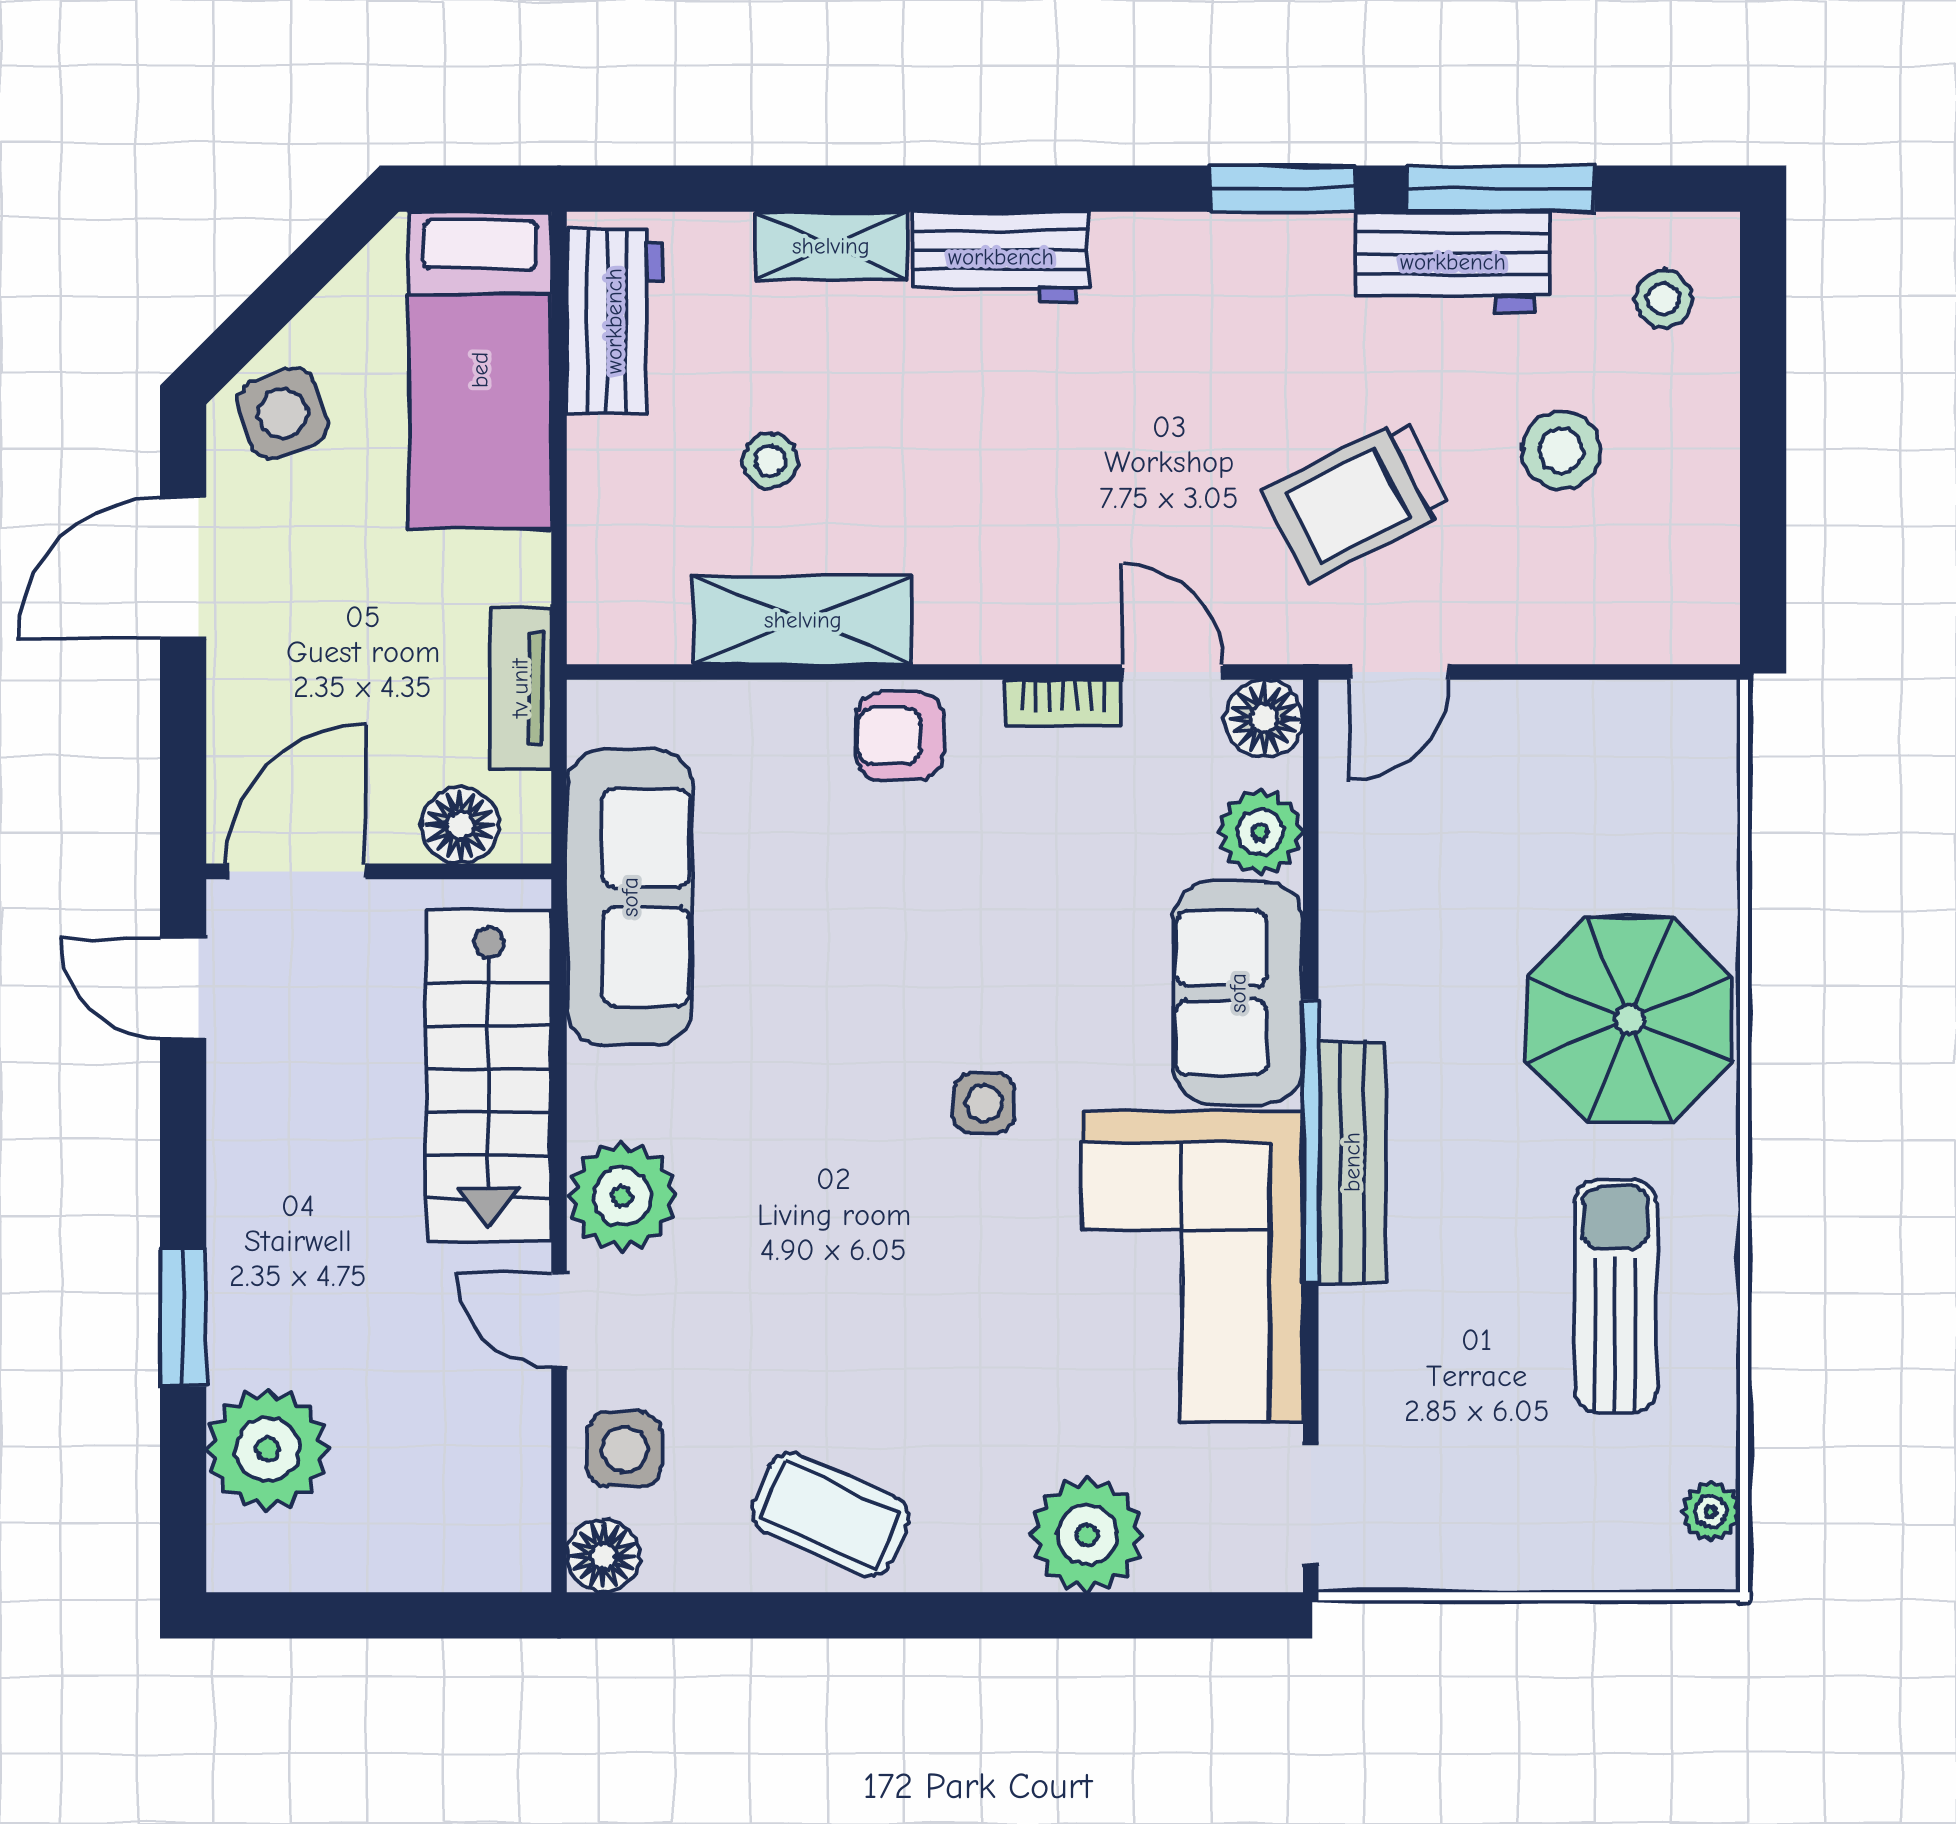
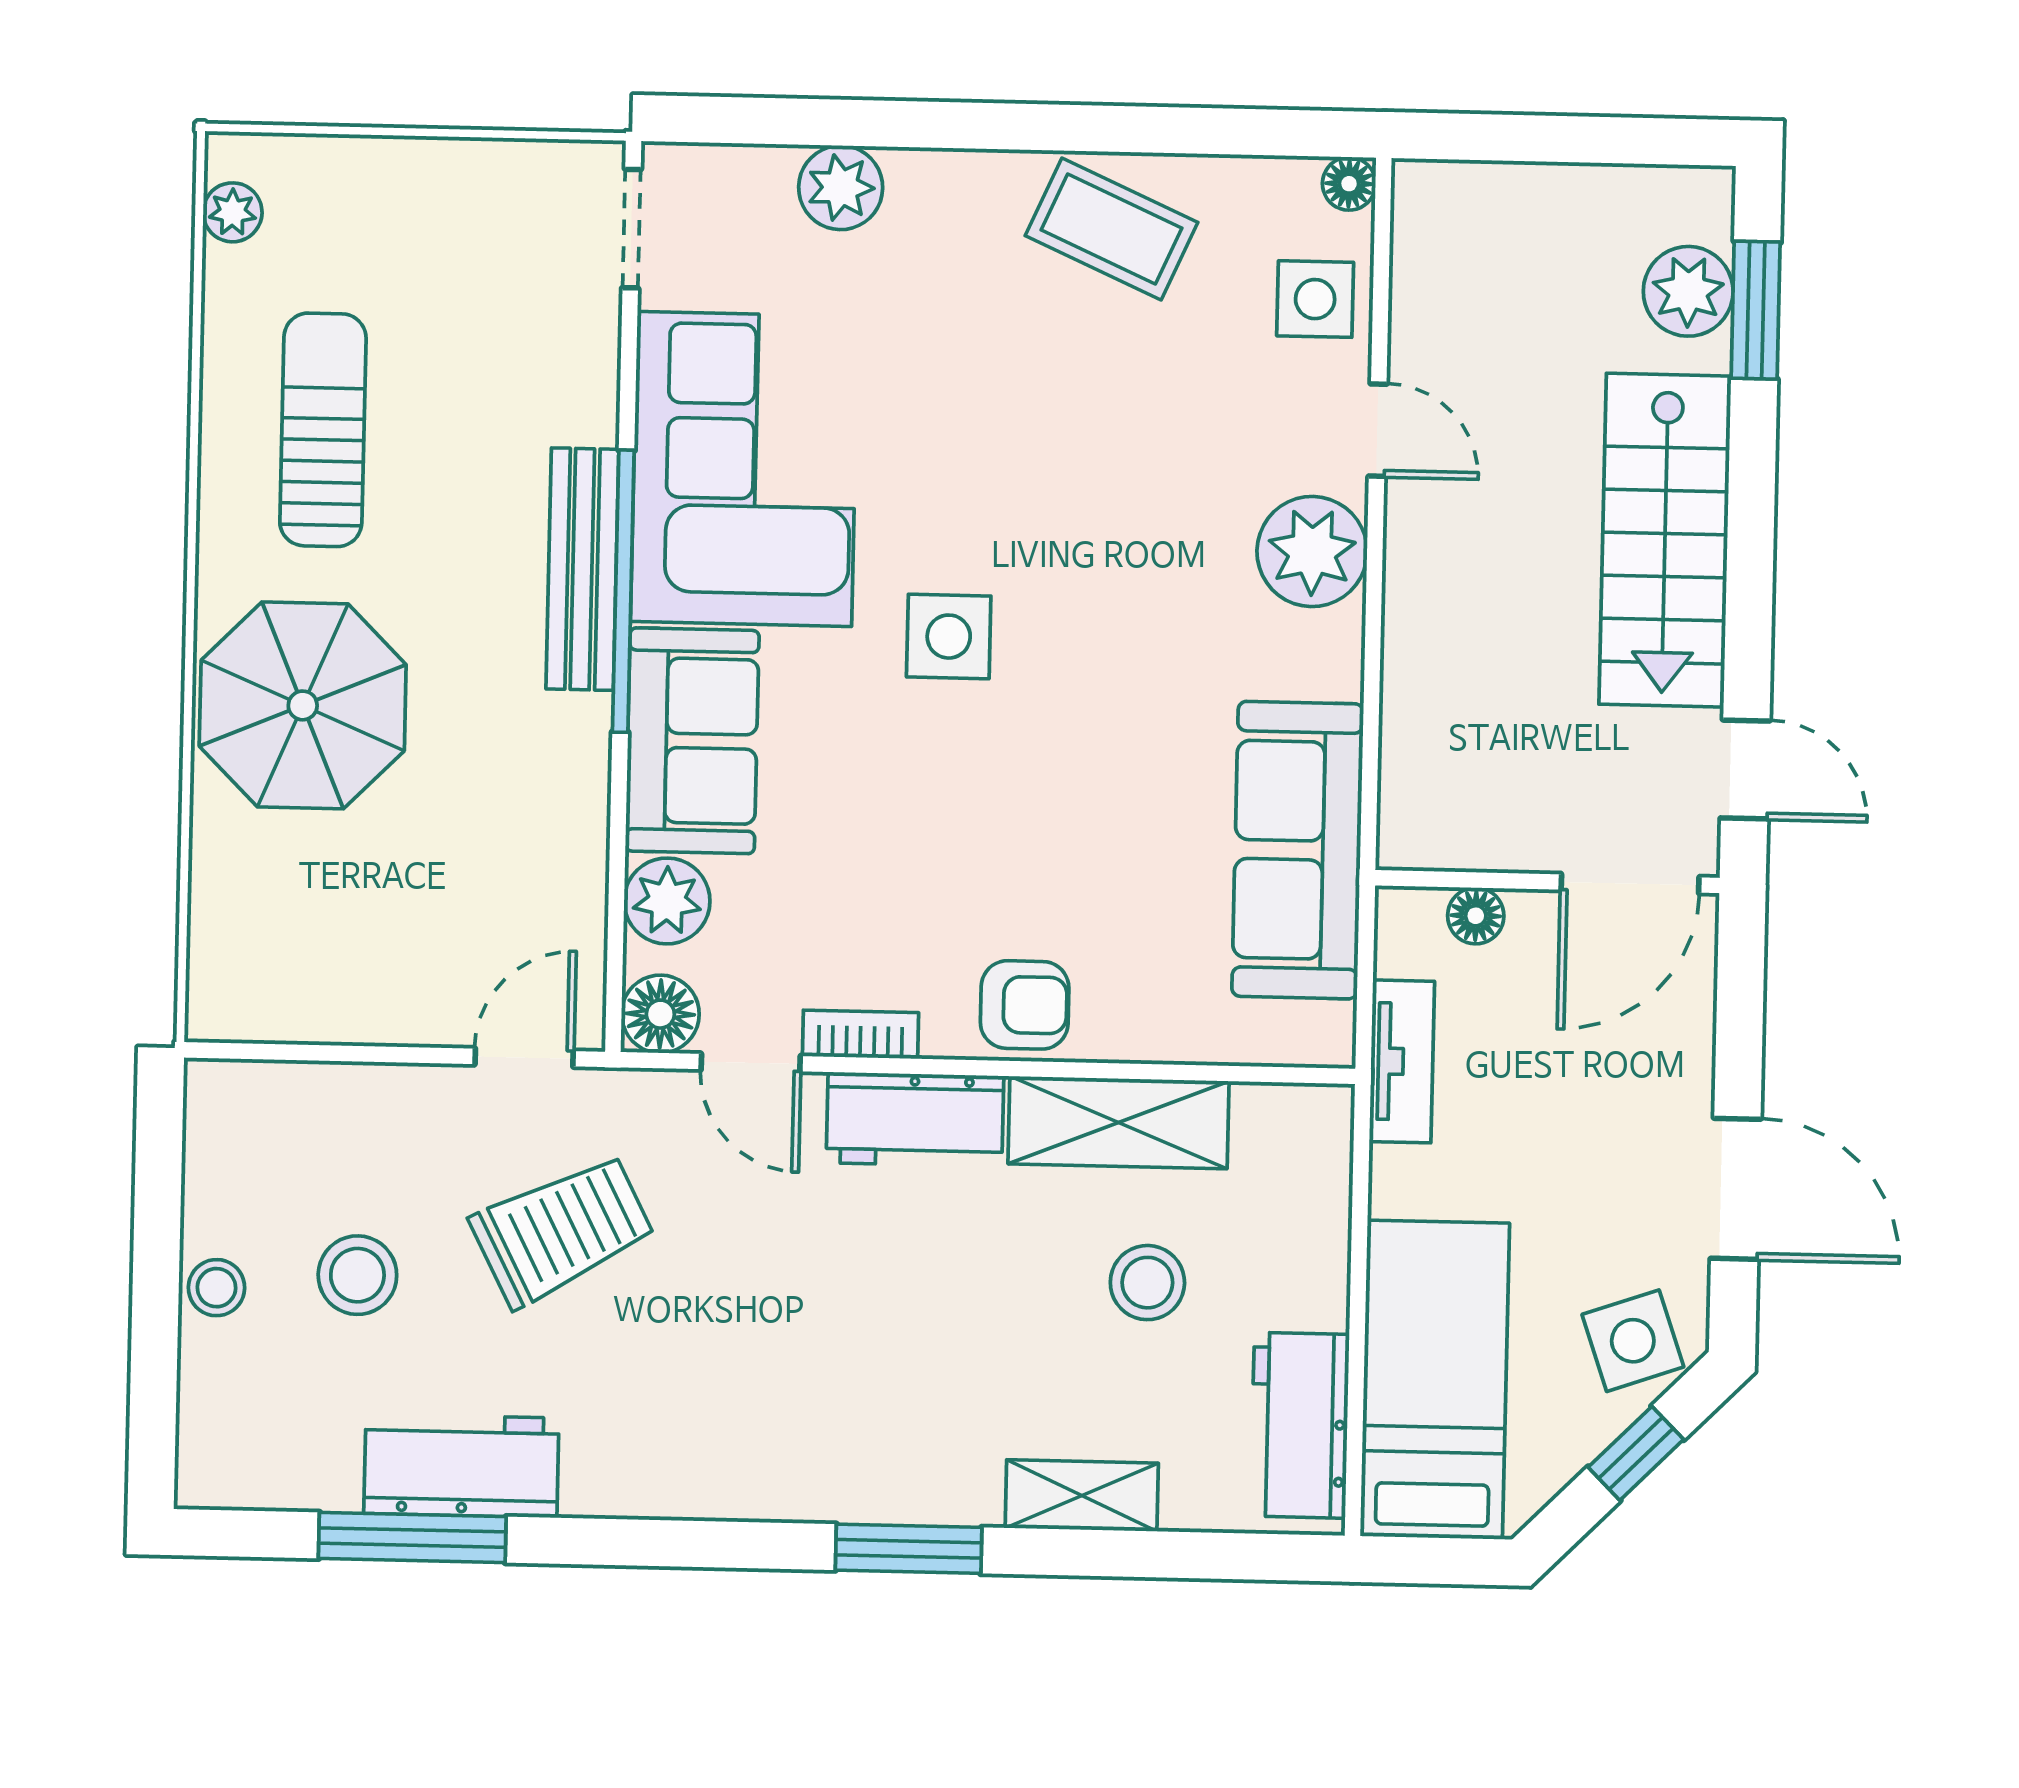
window: (1283, 189) -> (909, 1549), moved
workbench: (1001, 257) -> (915, 1119), moved, turned 180
stool: (1664, 299) -> (217, 1288), moved
window: (277, 301) -> (1636, 1453), added
stool: (770, 461) -> (1147, 1283), width x1.37, depth x1.37
door: (183, 568) -> (1736, 1189), hinge flipped
floor lamp: (460, 825) -> (1476, 916), width x0.73, depth x0.73
stairs: (489, 1076) -> (1665, 540), moved, turned 180
side table: (984, 1103) -> (949, 637), width x1.37, depth x1.37
sun lounger: (1615, 1296) -> (323, 430), turned 180
window: (183, 1318) -> (1756, 310), moved
plant: (268, 1449) -> (1688, 291), width x0.73, depth x0.73
plant: (1087, 1535) -> (841, 188), width x0.73, depth x0.73
floor lamp: (603, 1556) -> (1349, 184), width x0.73, depth x0.73

